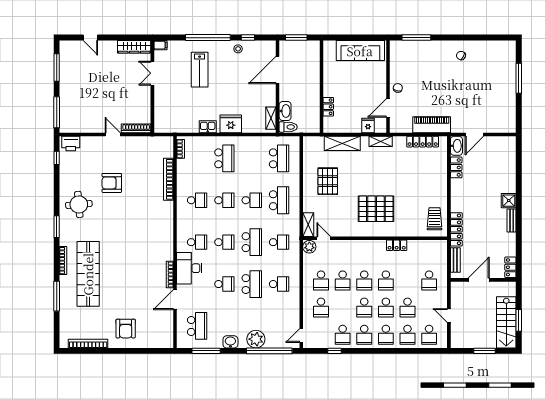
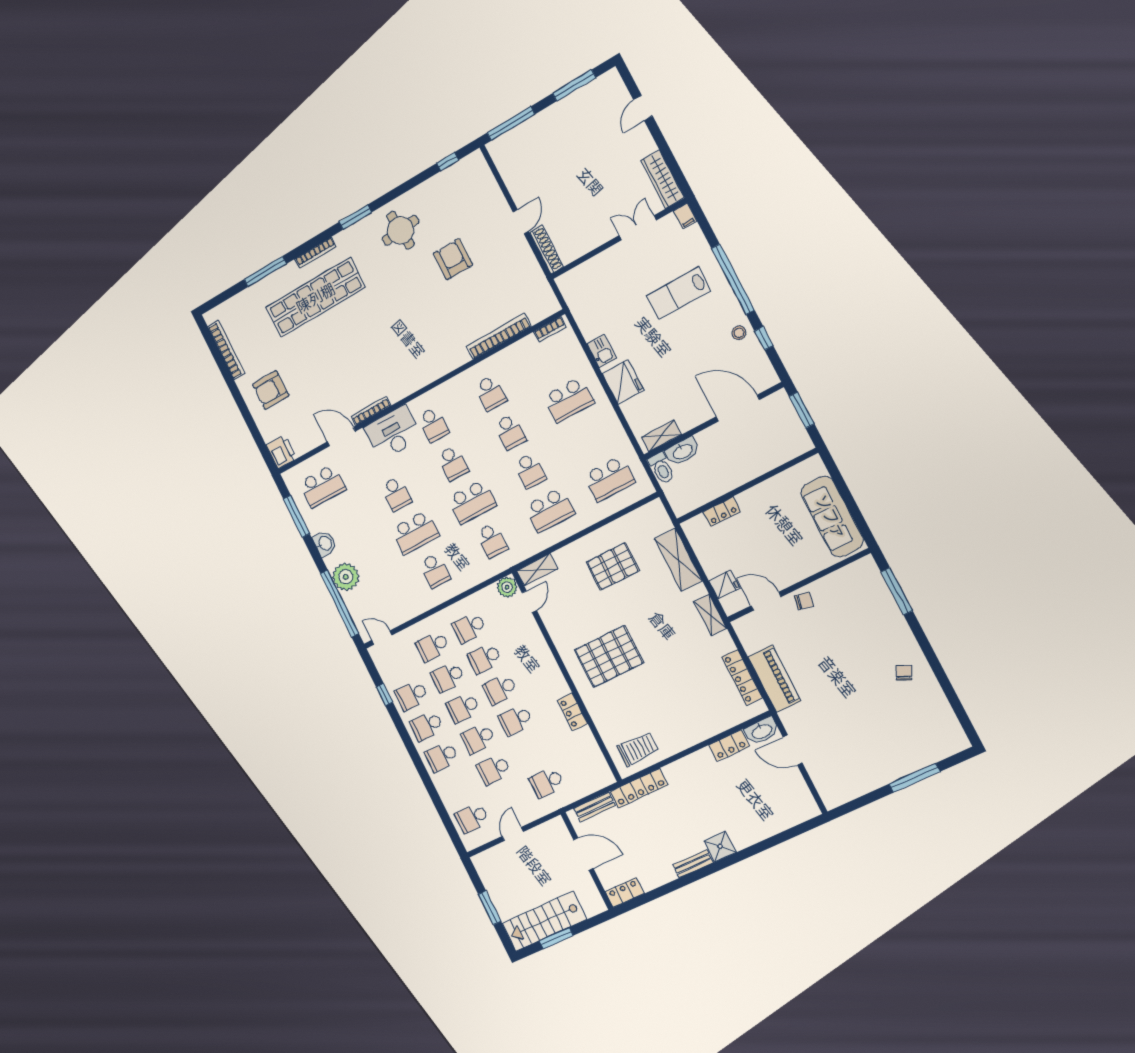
printer: (71, 144) -> (281, 452), moved, turned 180
pallet: (376, 209) -> (609, 656), turned 90
school desk: (407, 335) -> (448, 677), moved

